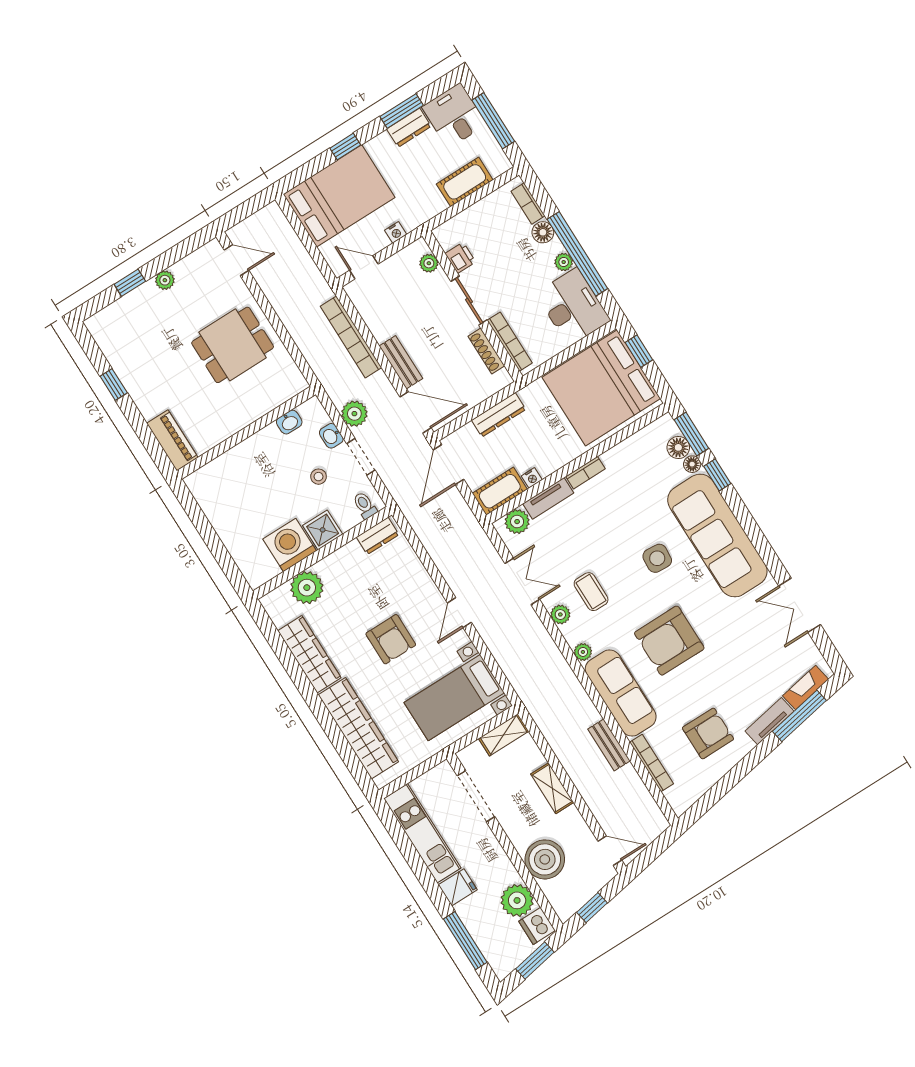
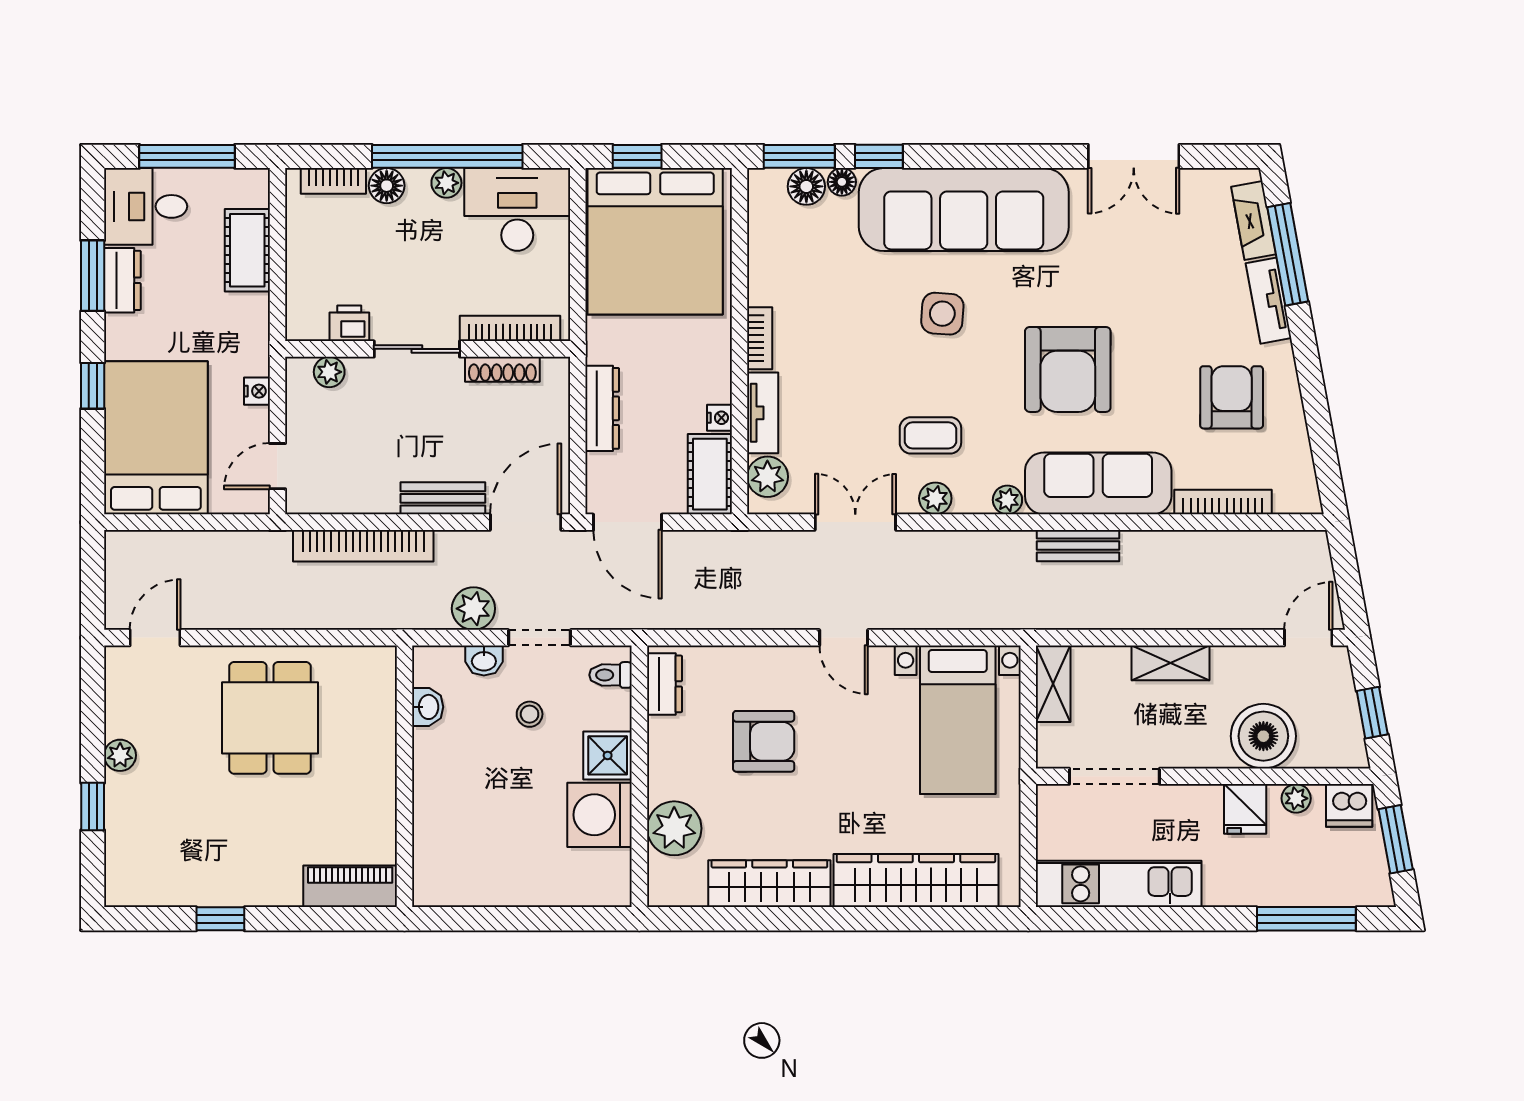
armchair: (391, 639) -> (764, 741), moved
bench: (609, 745) -> (1078, 546), moved
fridge: (458, 887) -> (1245, 809), moved, turned 180
plant: (517, 900) -> (1296, 798), width x0.53, depth x0.53

